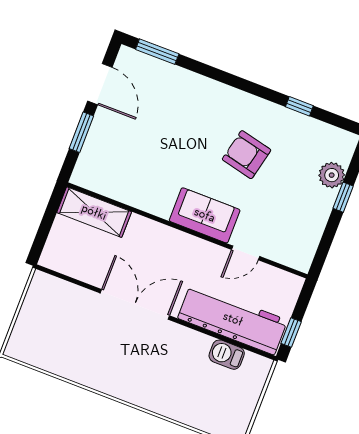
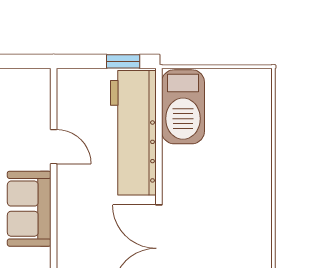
barbecue: (227, 355) -> (183, 107), width x1.88, depth x1.53

